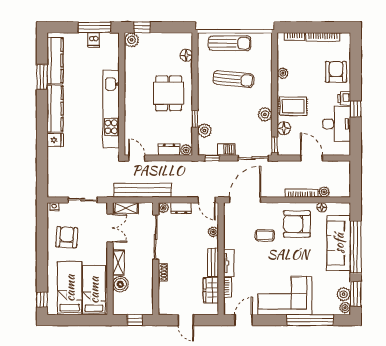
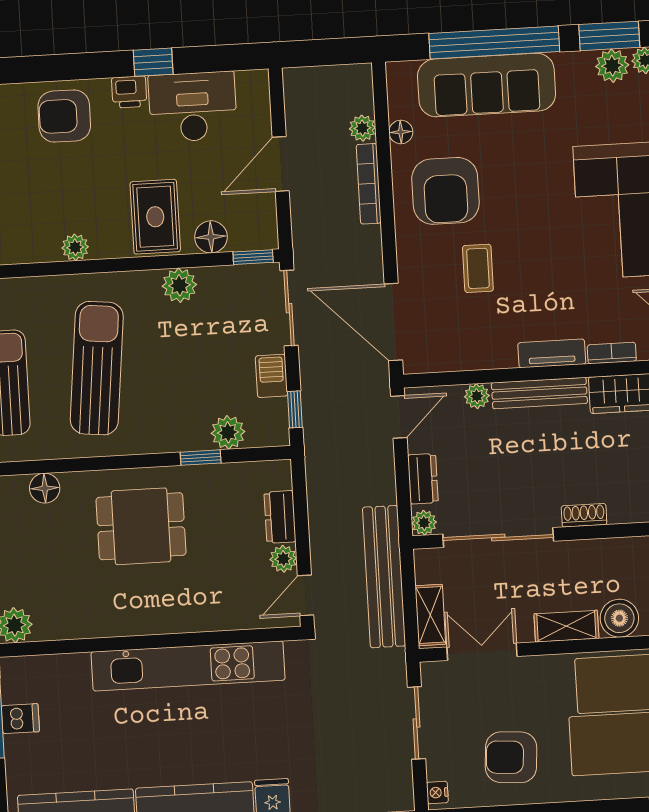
sun lounger: (233, 79) -> (97, 368), width x1.36, depth x1.34
plant: (186, 150) -> (283, 559), moved
bench: (213, 262) -> (539, 393), width x1.36

